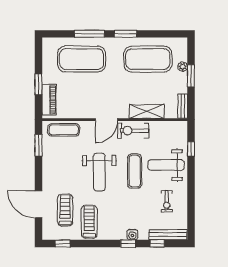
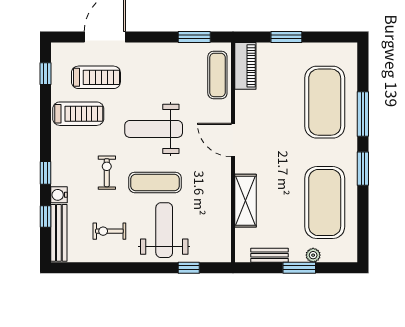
piano: (49, 100) -> (245, 66), moved, turned -90
bench: (183, 106) -> (269, 255), moved
exercise bike: (133, 131) -> (107, 173), moved, width x0.73, depth x0.72
water cooler: (132, 235) -> (59, 195), moved

